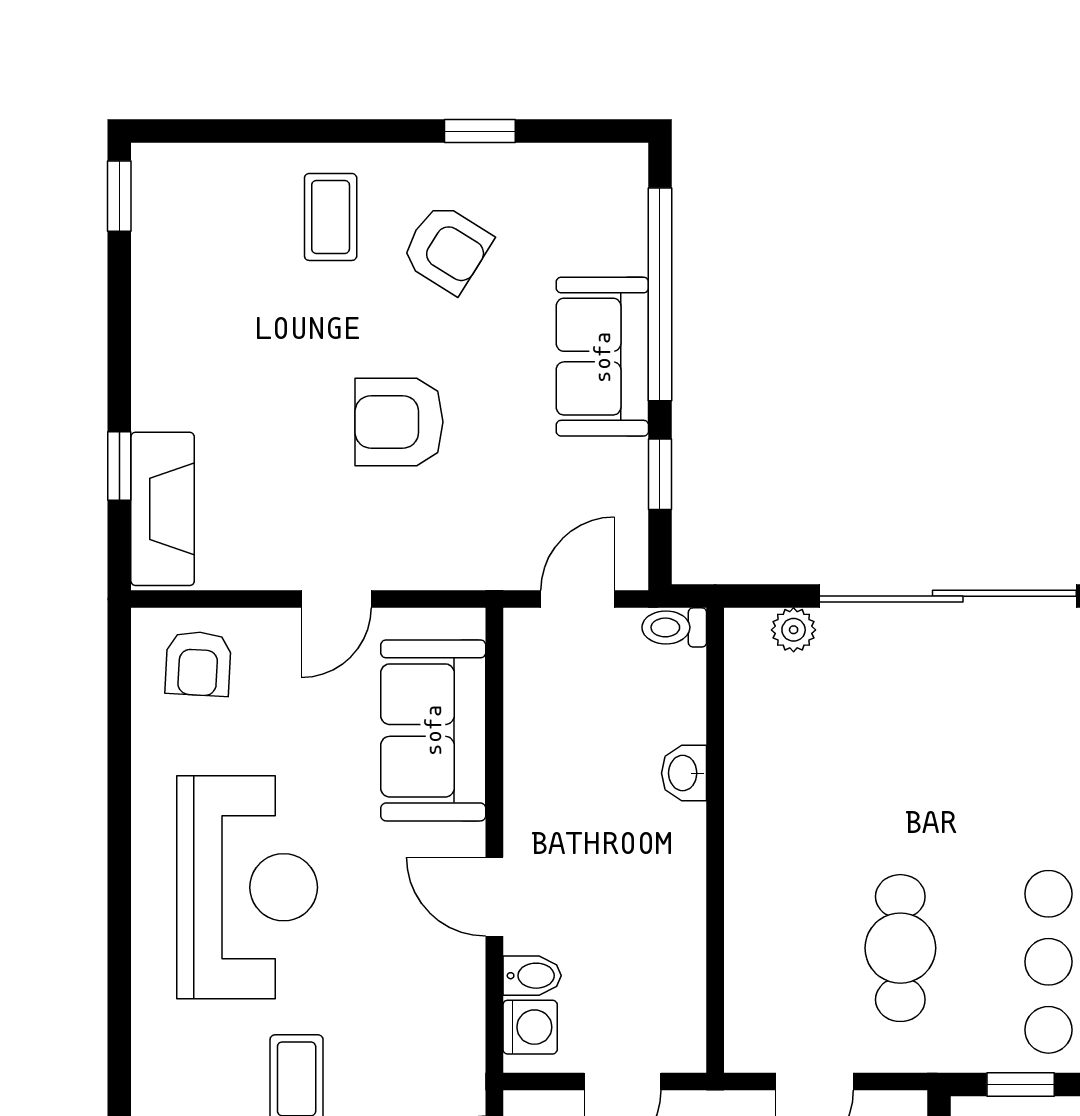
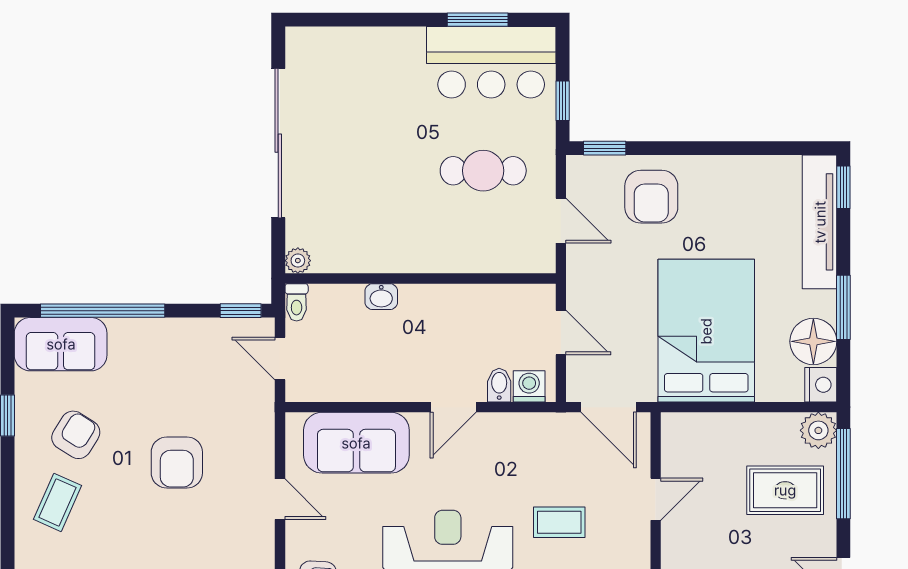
coffee table: (331, 217) -> (58, 502), turned -66
sofa: (602, 357) -> (61, 344), moved
window: (660, 474) -> (241, 311), moved
plant: (794, 630) -> (298, 261), moved

